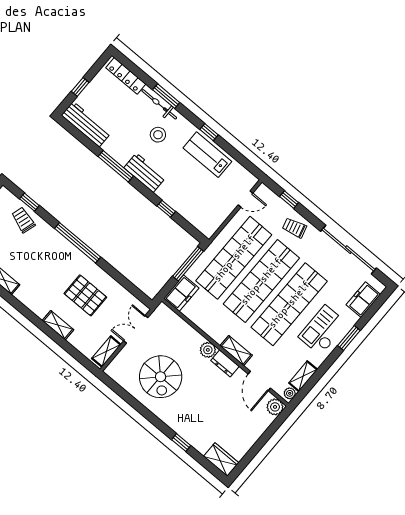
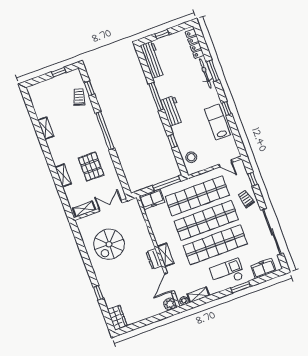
stool: (158, 135) -> (191, 157), moved
plant: (208, 350) -> (148, 244), removed

